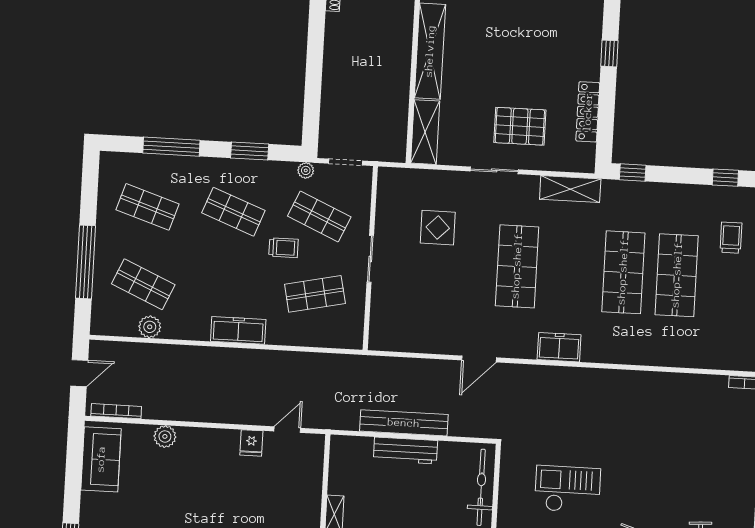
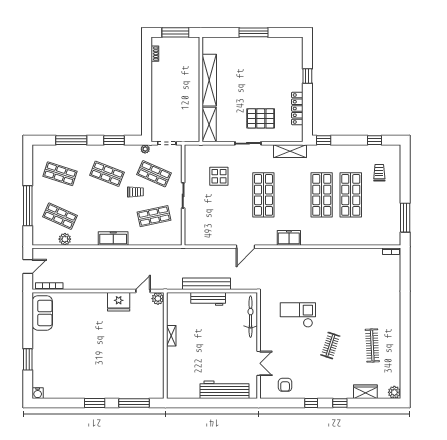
plant: (165, 436) -> (158, 299), moved
fridge: (251, 443) -> (119, 302), width x1.88, depth x1.34

